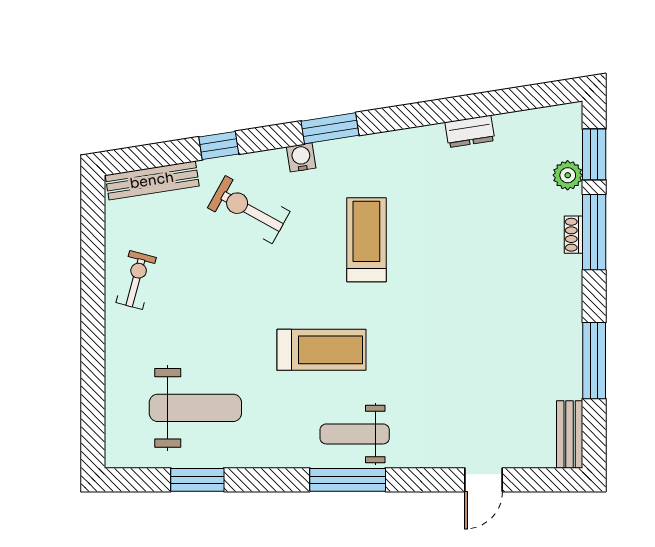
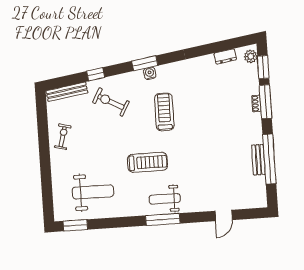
dresser: (470, 131) -> (225, 56), moved
water cooler: (301, 157) -> (150, 73), moved
plant: (568, 175) -> (251, 56), moved
window: (594, 361) -> (269, 159), width x1.46
bench: (570, 434) -> (258, 160), moved
window: (197, 480) -> (75, 225), moved

